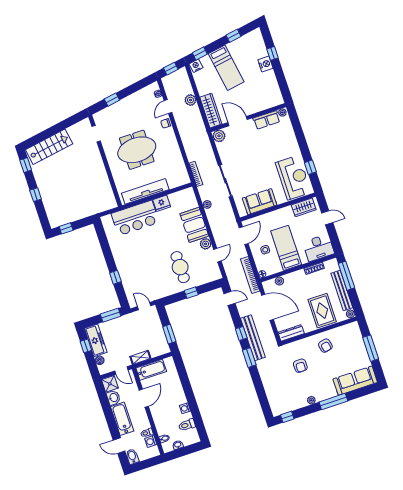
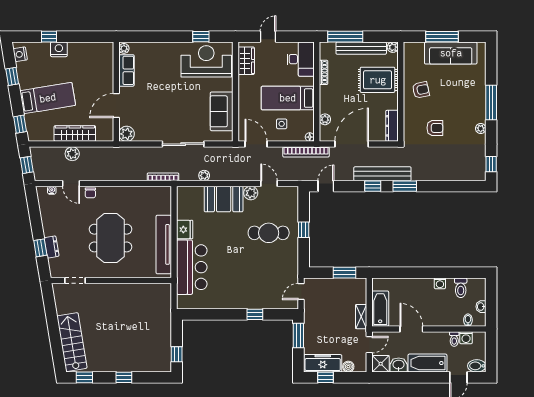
nightstand: (196, 66) -> (20, 54), moved
dresser: (115, 108) -> (51, 247), added
wardrobe: (211, 111) -> (75, 134), moved
sofa: (355, 381) -> (451, 53), moved, turned -90

